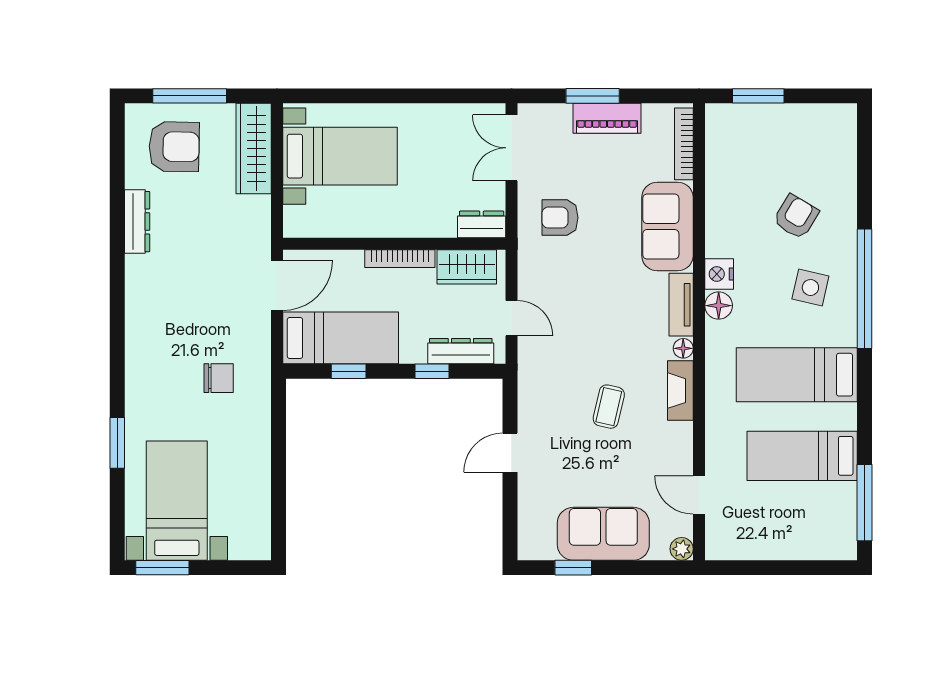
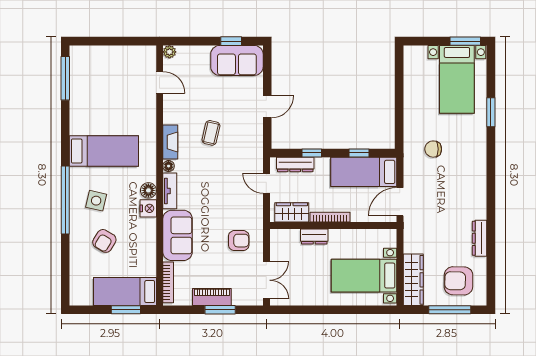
dresser: (482, 224) -> (314, 237), moved
bed: (802, 456) -> (125, 292), moved, turned 180
sofa: (603, 534) -> (237, 60), moved

